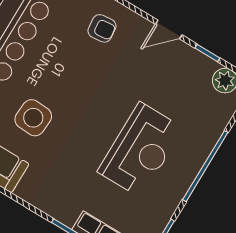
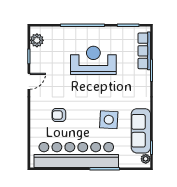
armchair: (102, 28) -> (59, 115), moved, turned -84
door: (169, 30) -> (29, 81), hinge flipped

